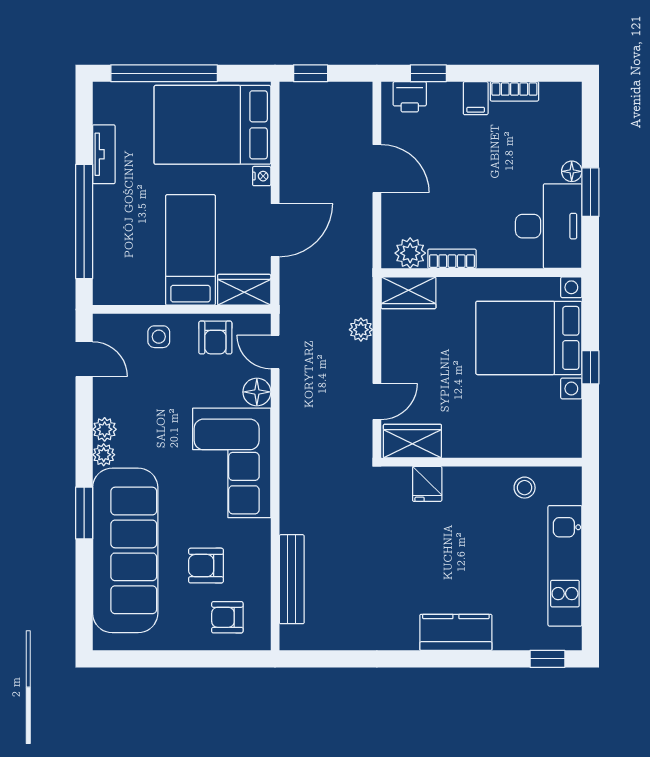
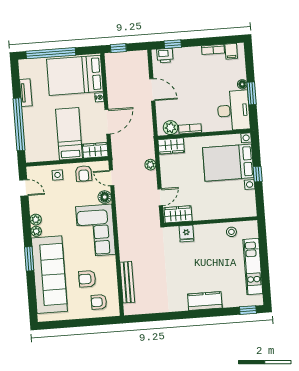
filing cabinet: (476, 98) -> (231, 51), moved

